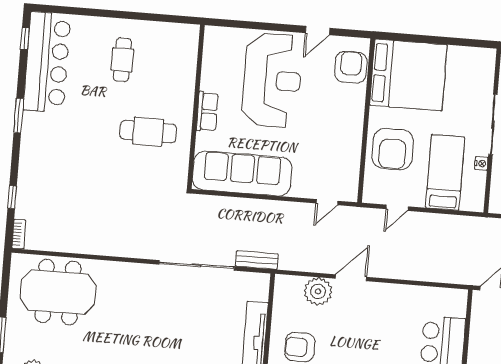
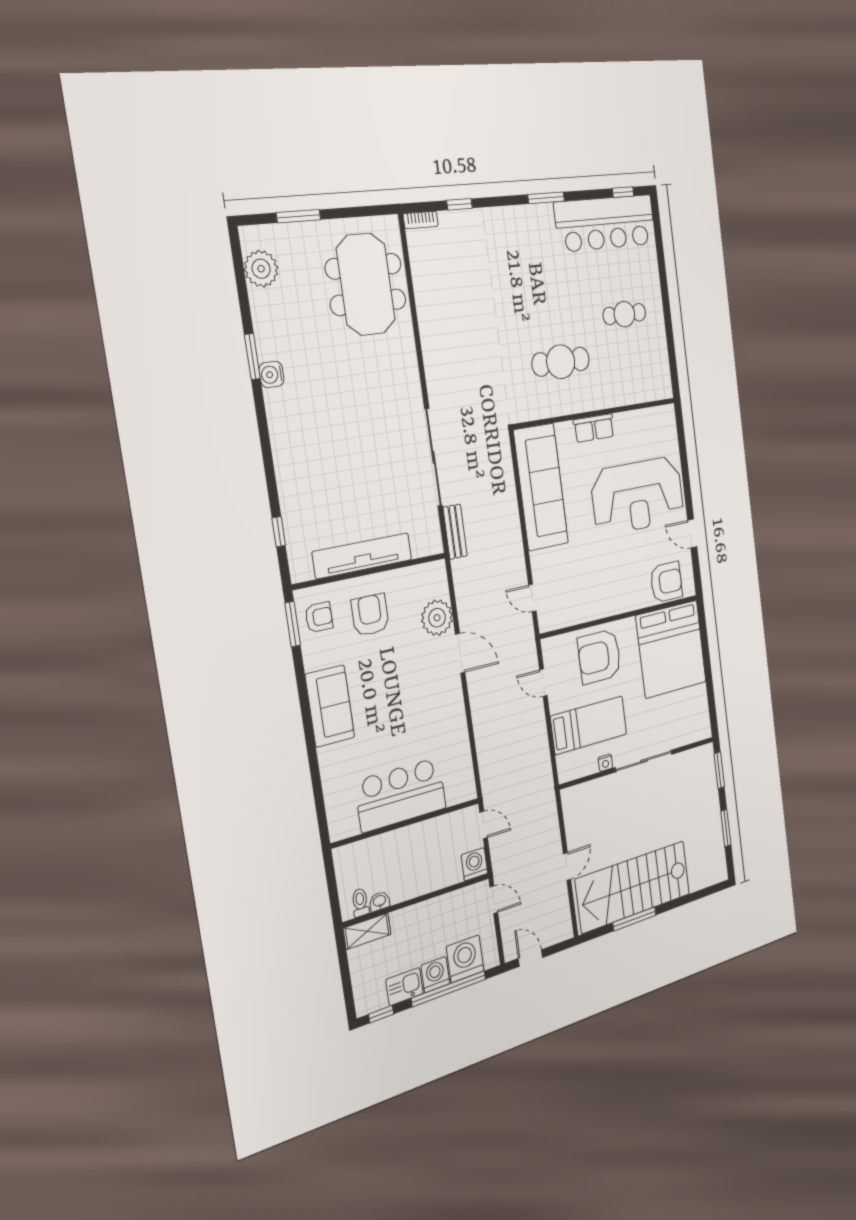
cafe table: (148, 132) -> (561, 362), turned 90

